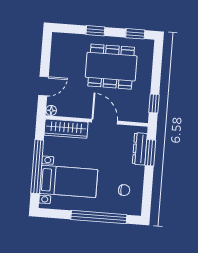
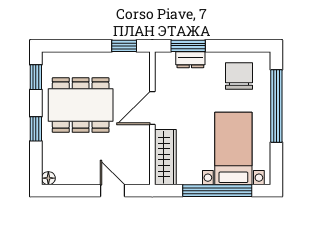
dining table: (111, 67) -> (81, 105), turned 90
floor lamp: (51, 110) -> (48, 178), moved
dresser: (140, 149) -> (190, 60), width x0.70
chair: (124, 190) -> (239, 76), width x1.87, depth x1.87

